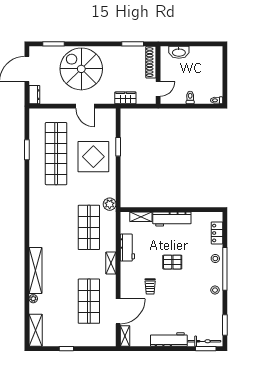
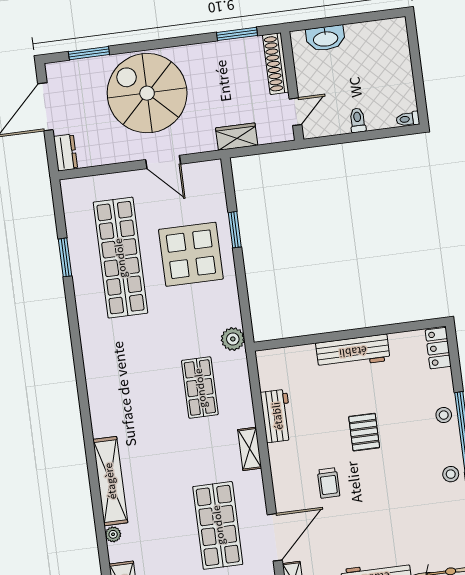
shelving: (141, 217) -> (295, 355), removed
shop shelf: (89, 227) -> (200, 388), width x0.70, depth x0.74
locker: (217, 233) -> (438, 348), moved
pallet: (172, 262) -> (364, 432), turned 90

